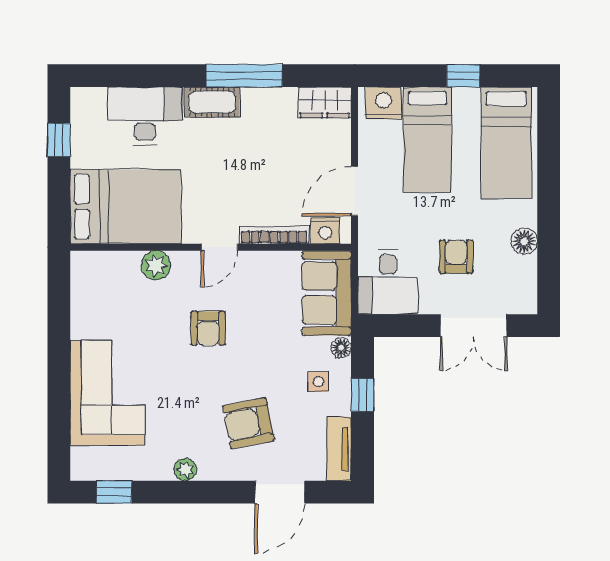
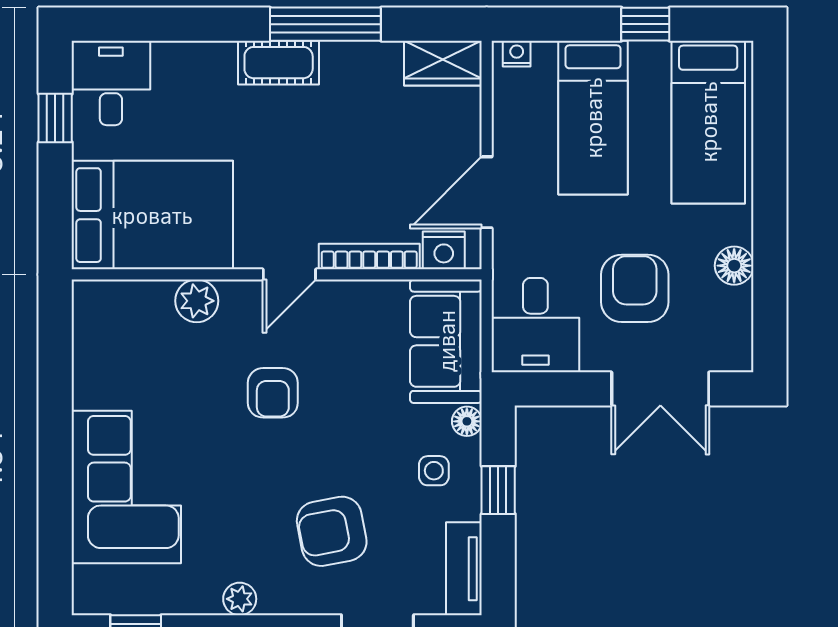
nightstand: (384, 103) -> (517, 54), width x0.53, depth x0.56
desk: (145, 116) -> (111, 83), moved, width x0.73
armchair: (456, 257) -> (635, 288), width x1.38, depth x1.38

